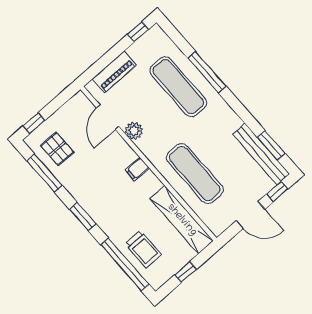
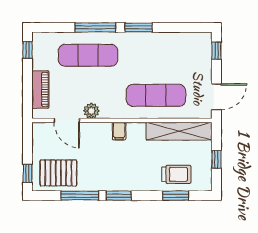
window: (271, 145) -> (139, 27), moved
pallet: (57, 149) -> (58, 173), width x1.50, depth x1.42
bench: (261, 154) -> (182, 39), removed
window: (45, 173) -> (80, 196), moved
door: (251, 215) -> (216, 97), moved
window: (125, 265) -> (176, 196), width x0.47

